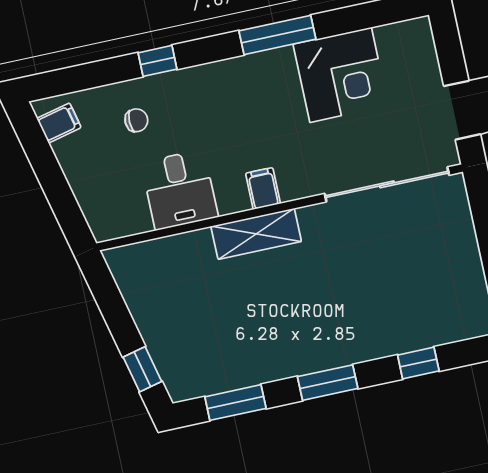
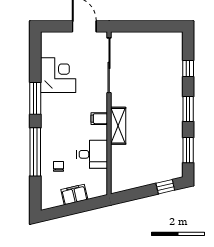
window: (157, 61) -> (35, 152), width x3.17
filing cabinet: (59, 123) -> (74, 195), moved, width x2.00

